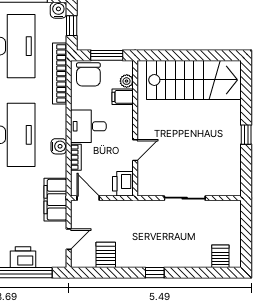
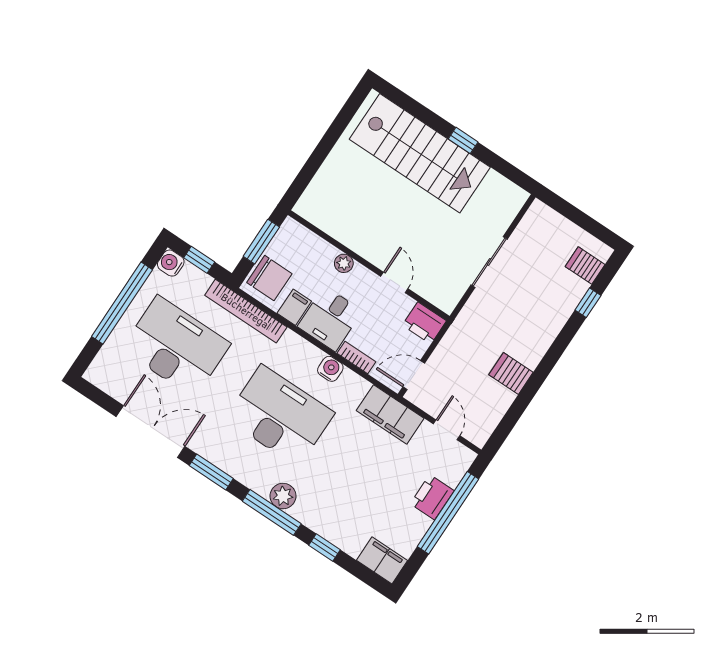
stairs: (194, 80) -> (420, 153), moved, turned 90
plant: (127, 81) -> (344, 263), moved
filing cabinet: (123, 97) -> (294, 307), moved, turned 180
server rack: (106, 255) -> (511, 374), moved
window: (155, 273) -> (588, 303), moved

